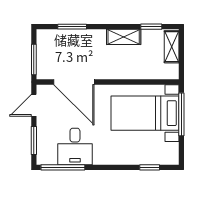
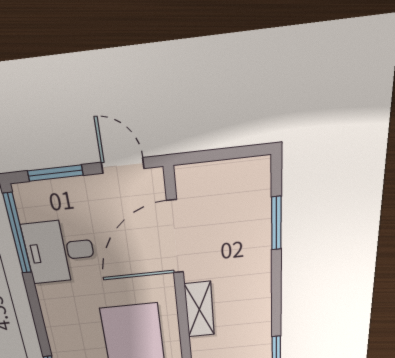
shelving: (124, 37) -> (199, 310), moved
window: (34, 59) -> (212, 155), removed

